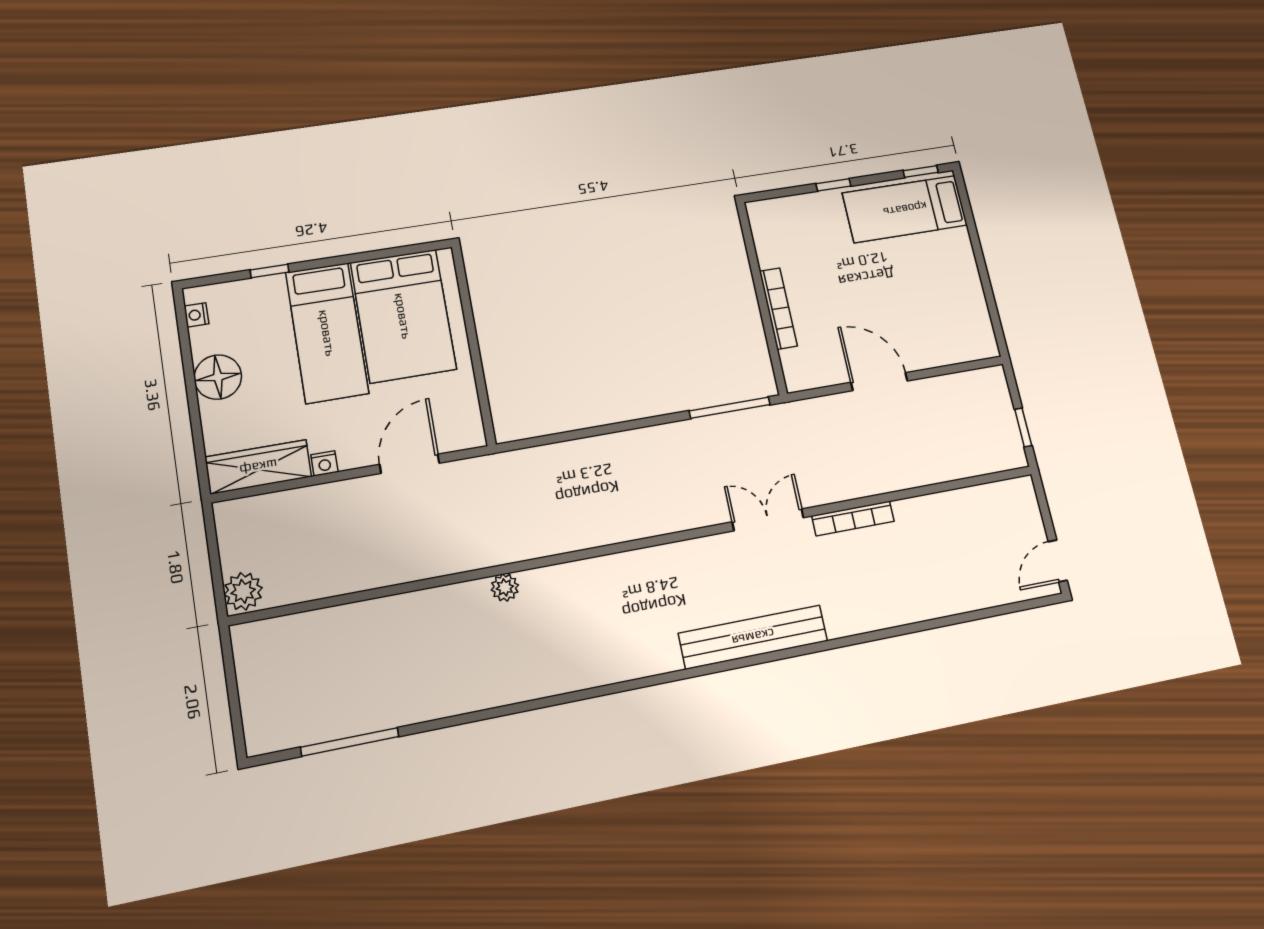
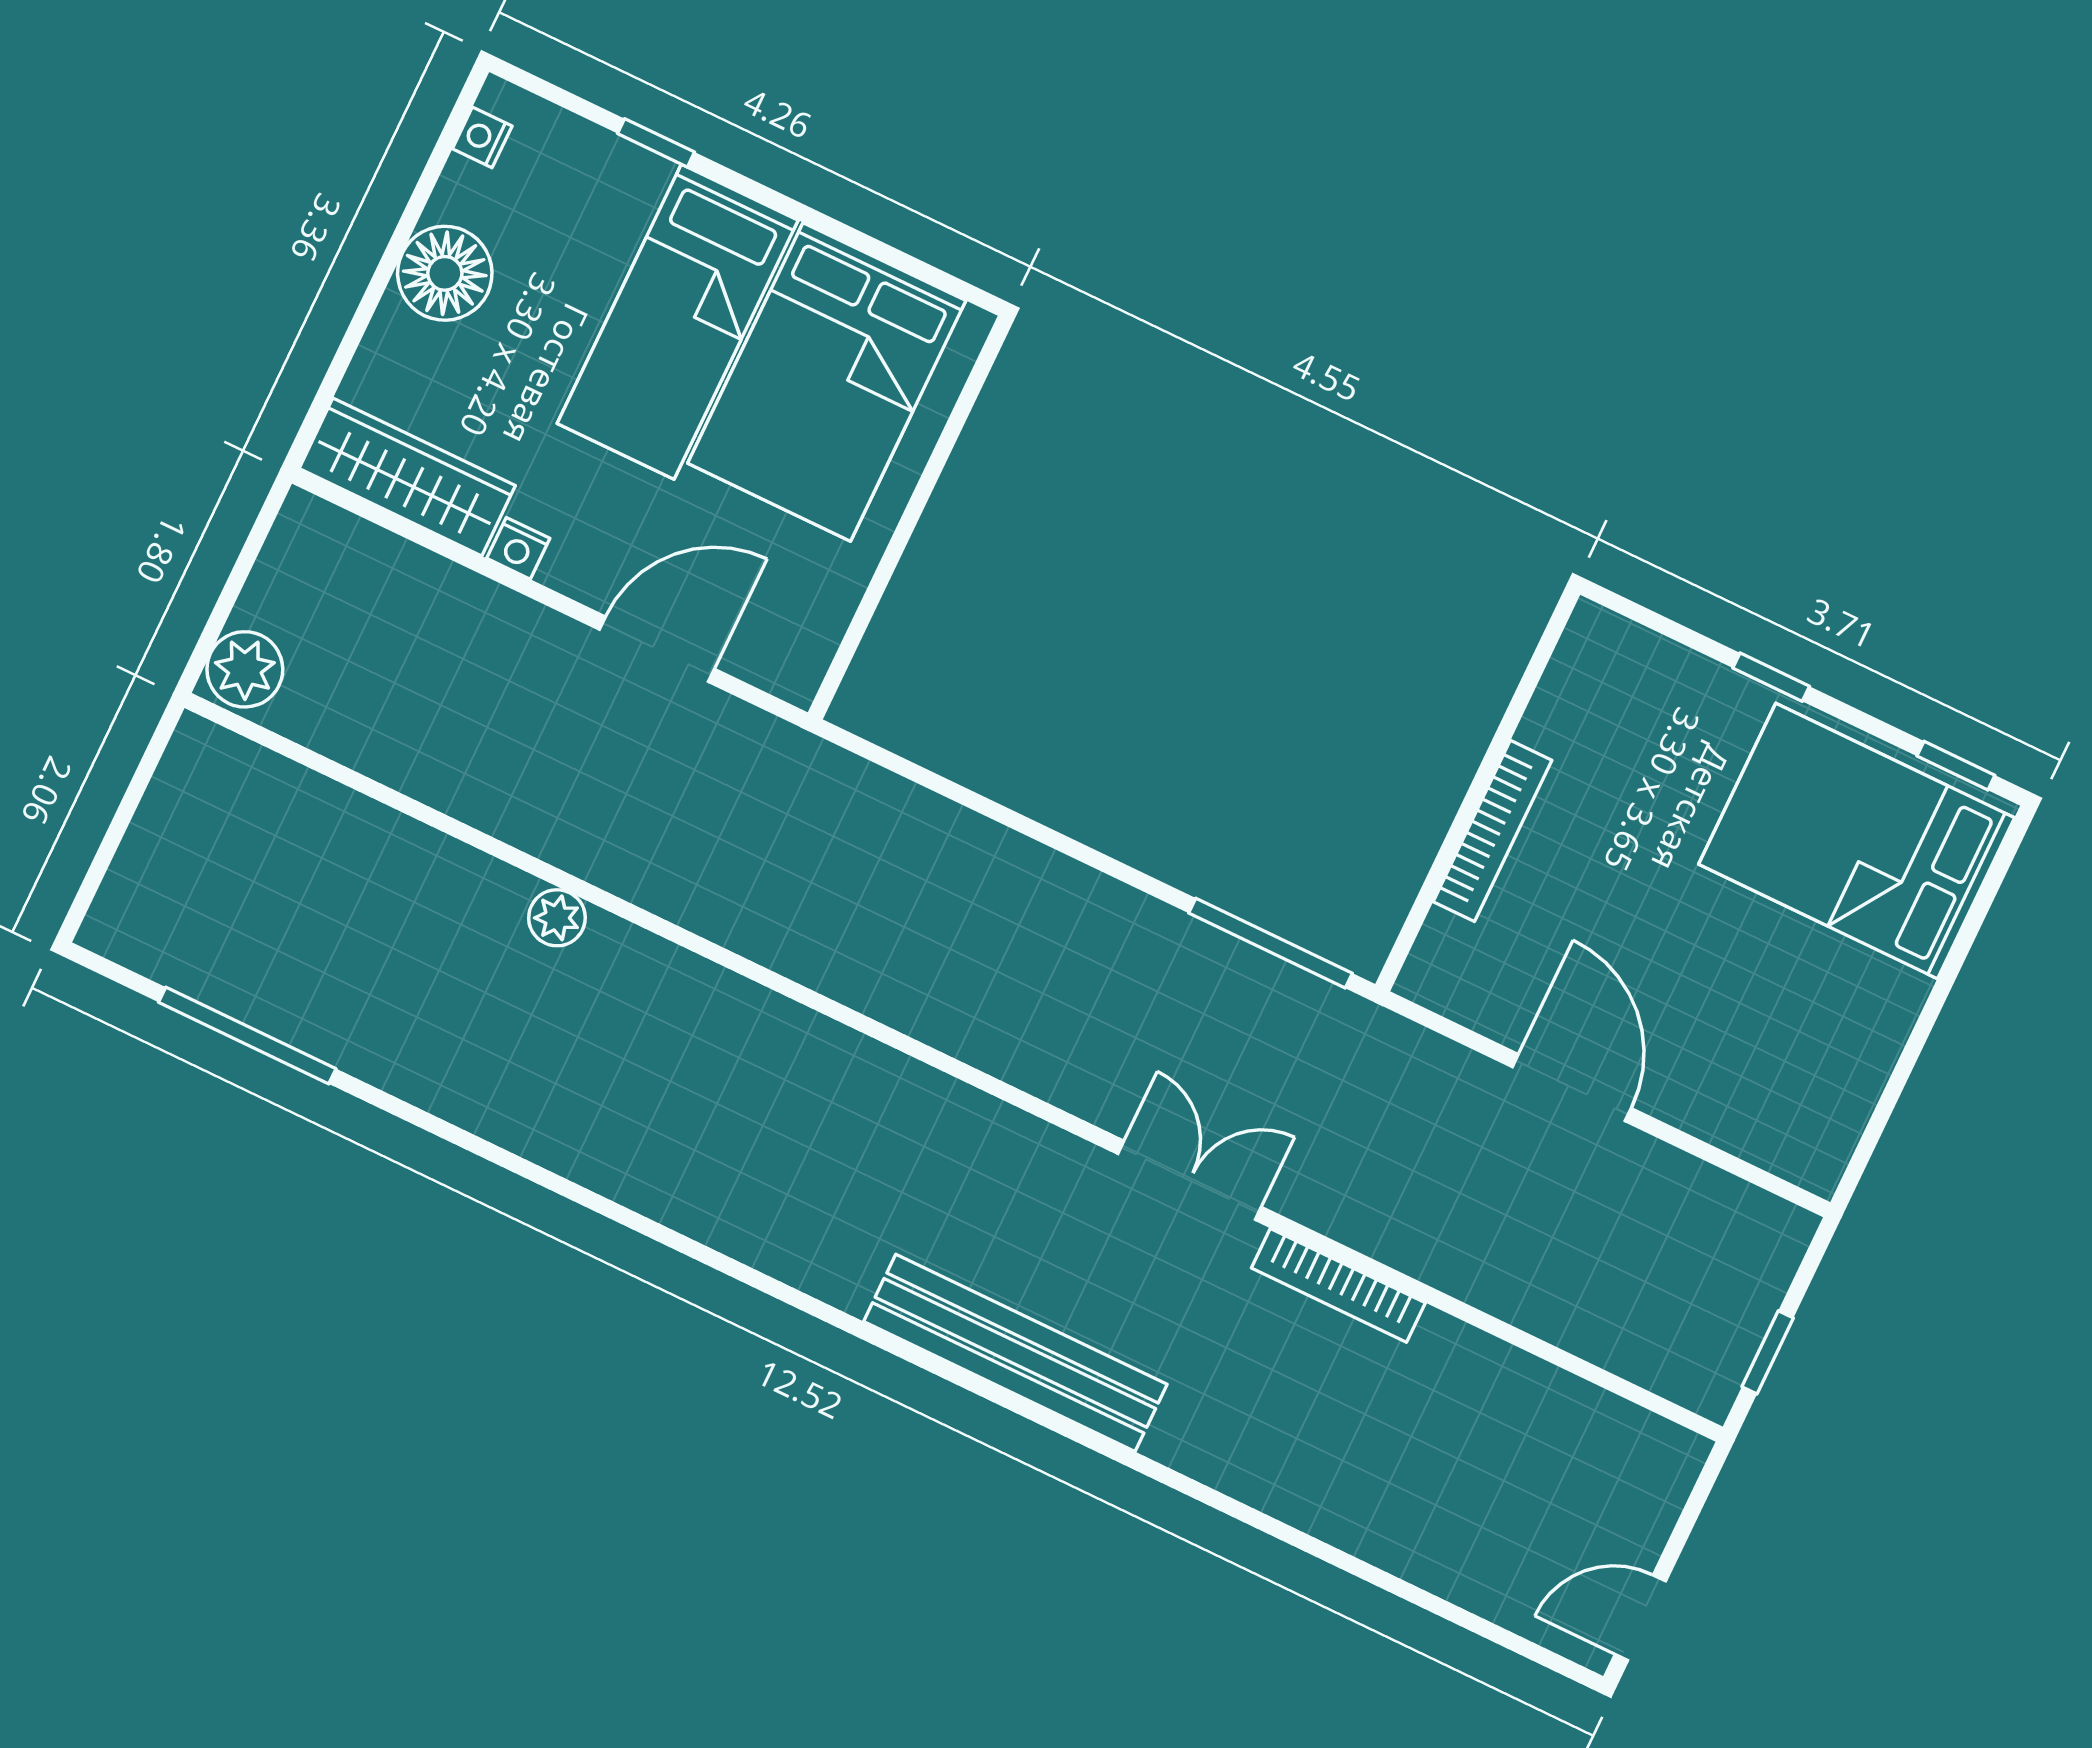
bed: (905, 209) -> (1857, 841), width x1.50
plant: (505, 587) -> (557, 918), moved

